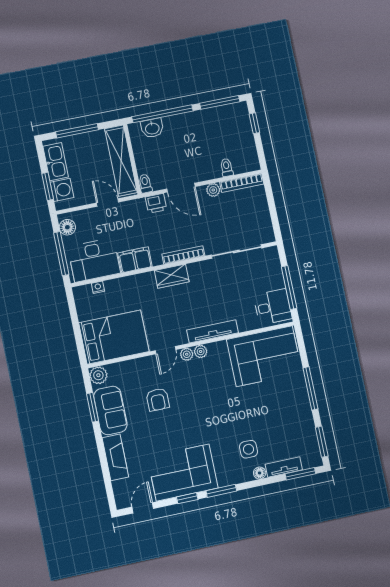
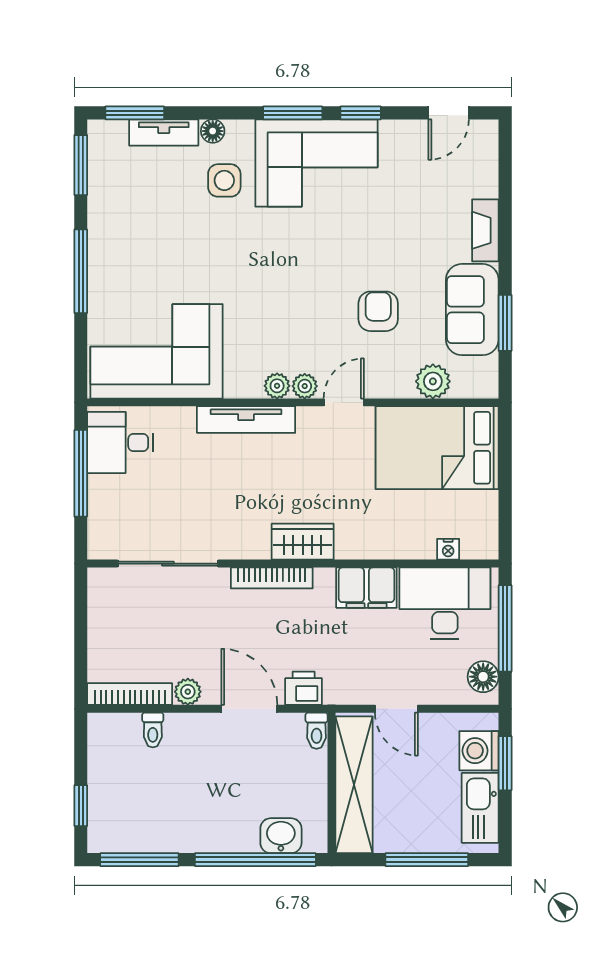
plant: (98, 375) -> (433, 381), moved
fireplace: (115, 457) -> (485, 230), width x0.73, depth x0.76
corner sofa: (183, 473) -> (317, 163), moved

